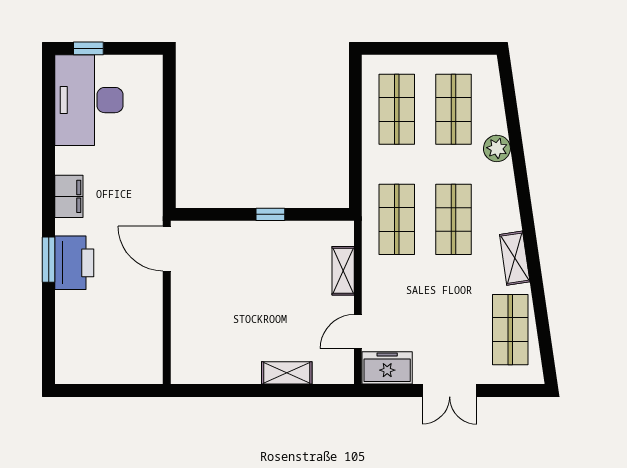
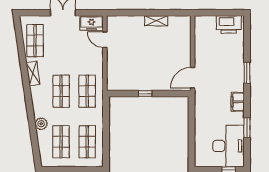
window: (49, 140) -> (247, 128), added
door: (167, 249) -> (193, 78), swing flipped
printer: (74, 263) -> (229, 24), moved, turned -90
shelving: (343, 271) -> (112, 68), removed
door: (358, 332) -> (105, 40), swing flipped
shelving: (287, 373) -> (156, 21), moved

